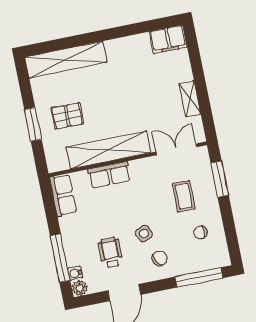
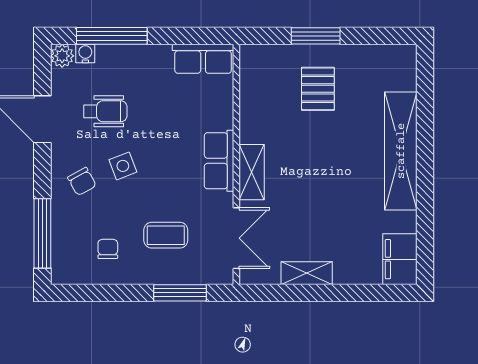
shelving: (66, 60) -> (401, 151), moved
shelving: (108, 150) -> (252, 172), width x0.45, depth x0.75
row of seats: (109, 175) -> (219, 161), moved

